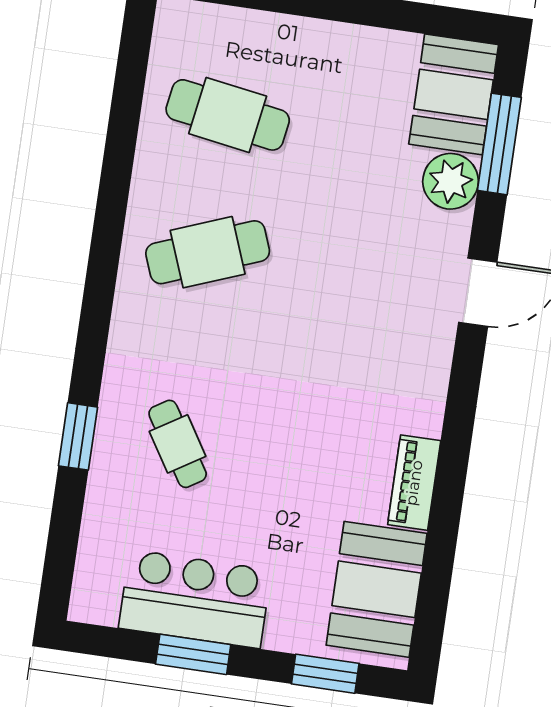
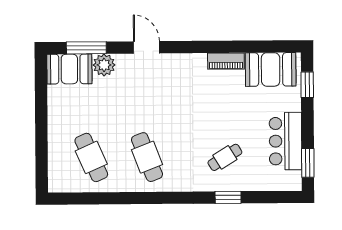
cafe table: (228, 115) -> (91, 157), turned -33
window: (193, 654) -> (308, 163), moved

